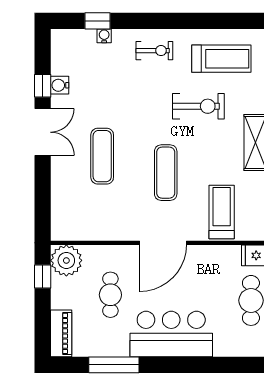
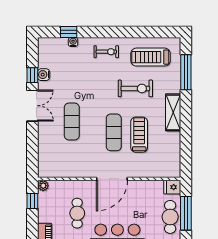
treadmill: (221, 59) -> (151, 57), turned 180
treadmill: (222, 212) -> (139, 135), moved
plant: (66, 260) -> (43, 186), width x0.53, depth x0.53

